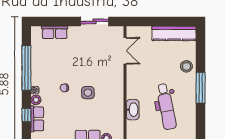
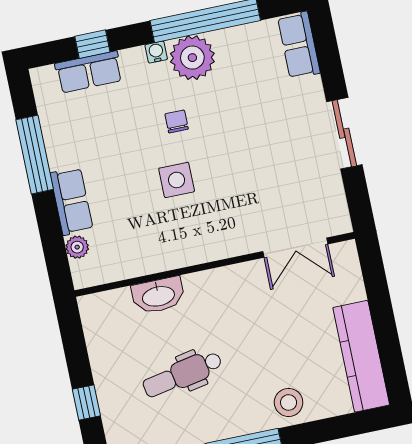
sliding door: (95, 21) -> (344, 133), moved
row of seats: (55, 32) -> (299, 45), moved
plant: (36, 100) -> (192, 58), moved, width x1.88, depth x1.88
dental chair: (166, 107) -> (182, 374), width x0.73, depth x0.72

